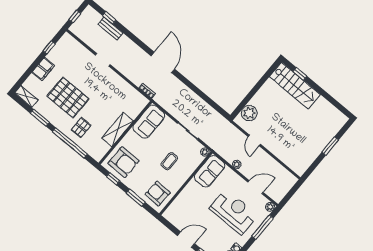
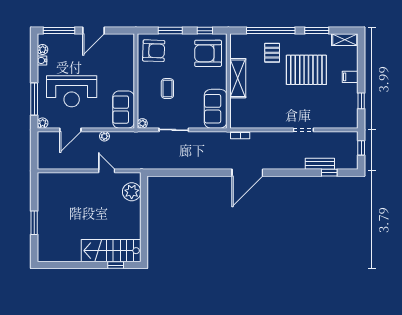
door: (163, 62) -> (247, 173), hinge flipped
filing cabinet: (43, 69) -> (350, 77), width x0.50

